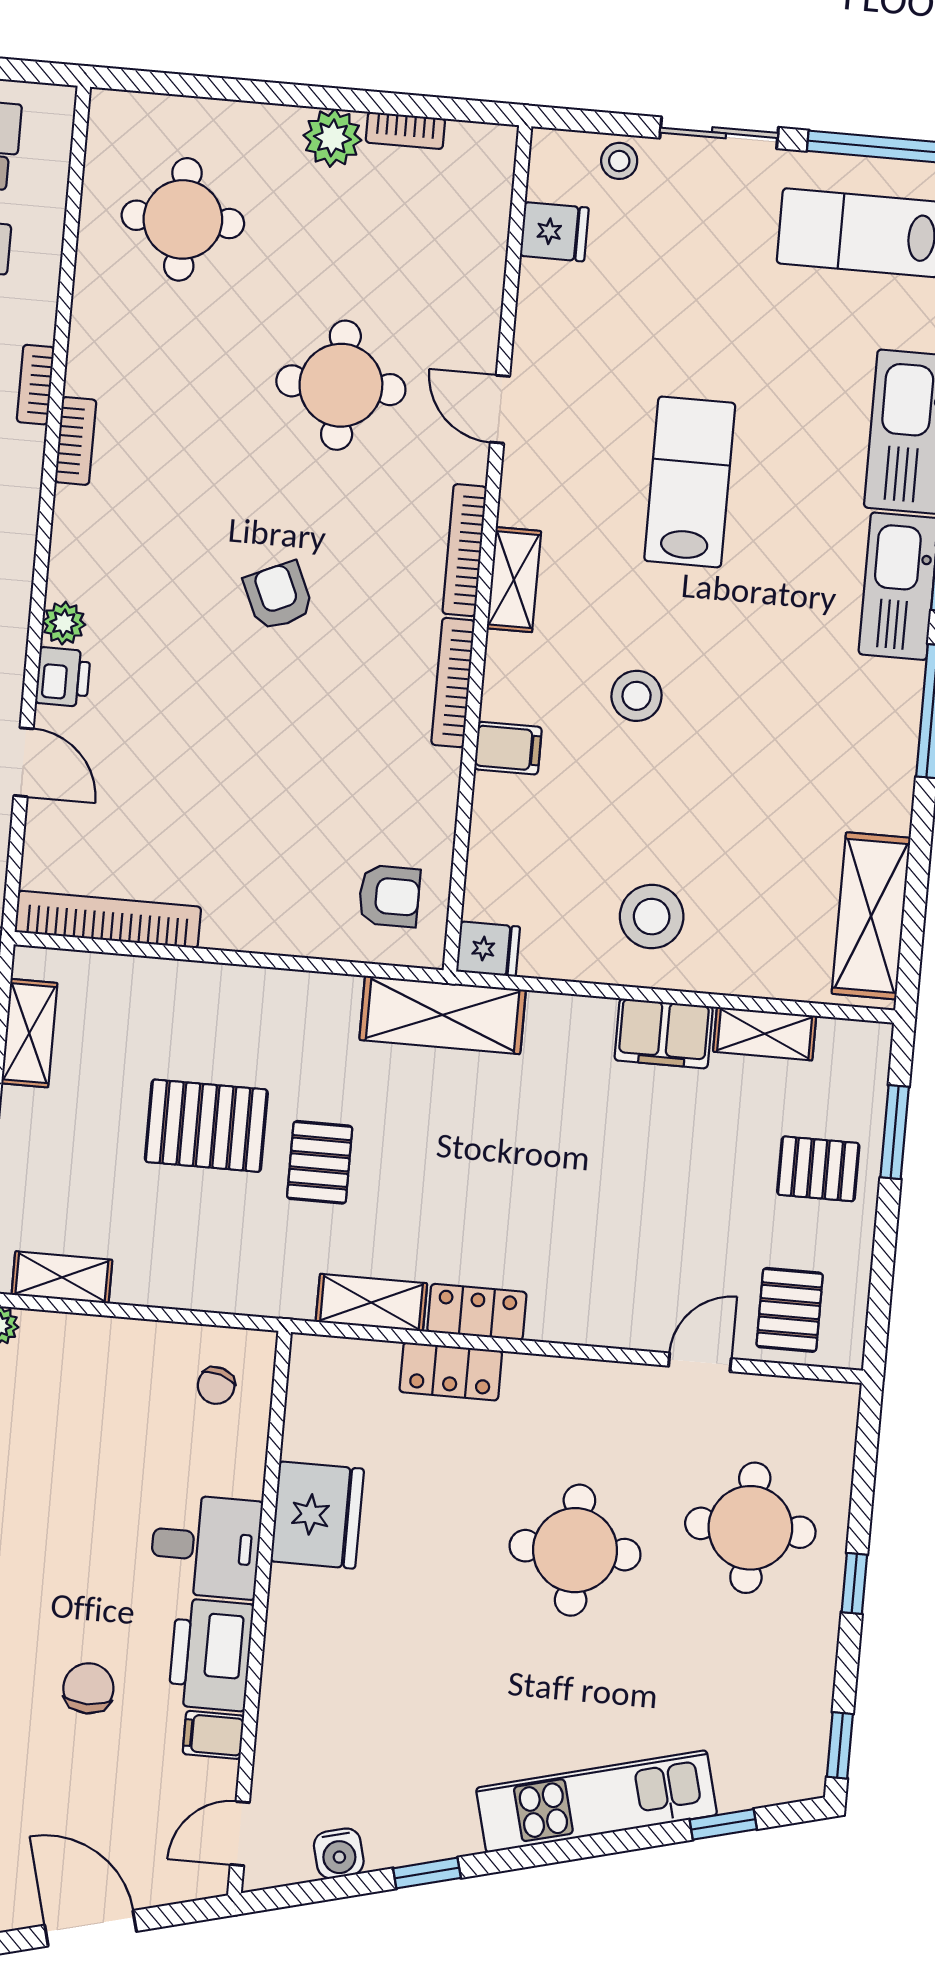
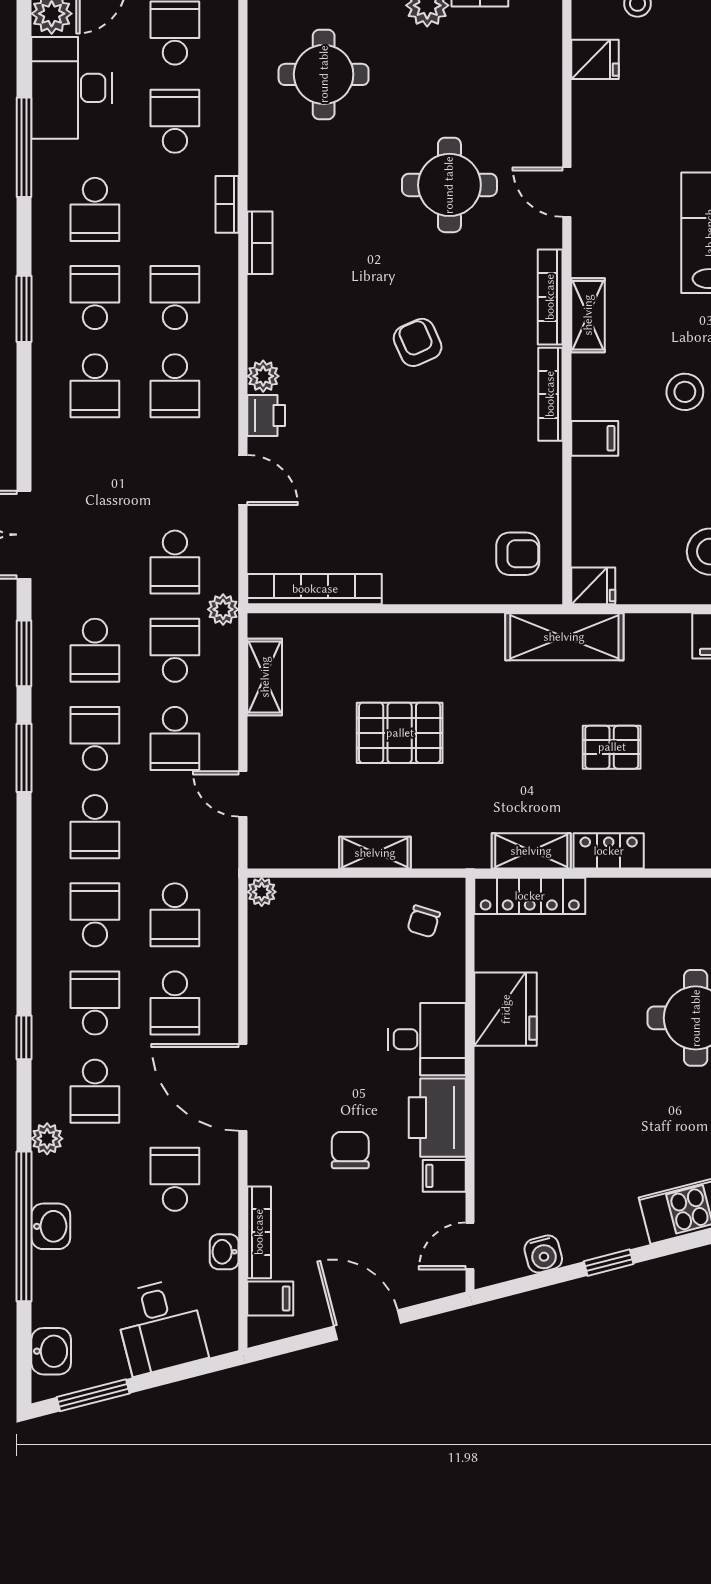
pallet: (320, 1162) -> (612, 747), moved, turned 90
shelving: (62, 1277) -> (375, 853), moved
locker: (451, 1371) -> (530, 896), moved, width x1.53

